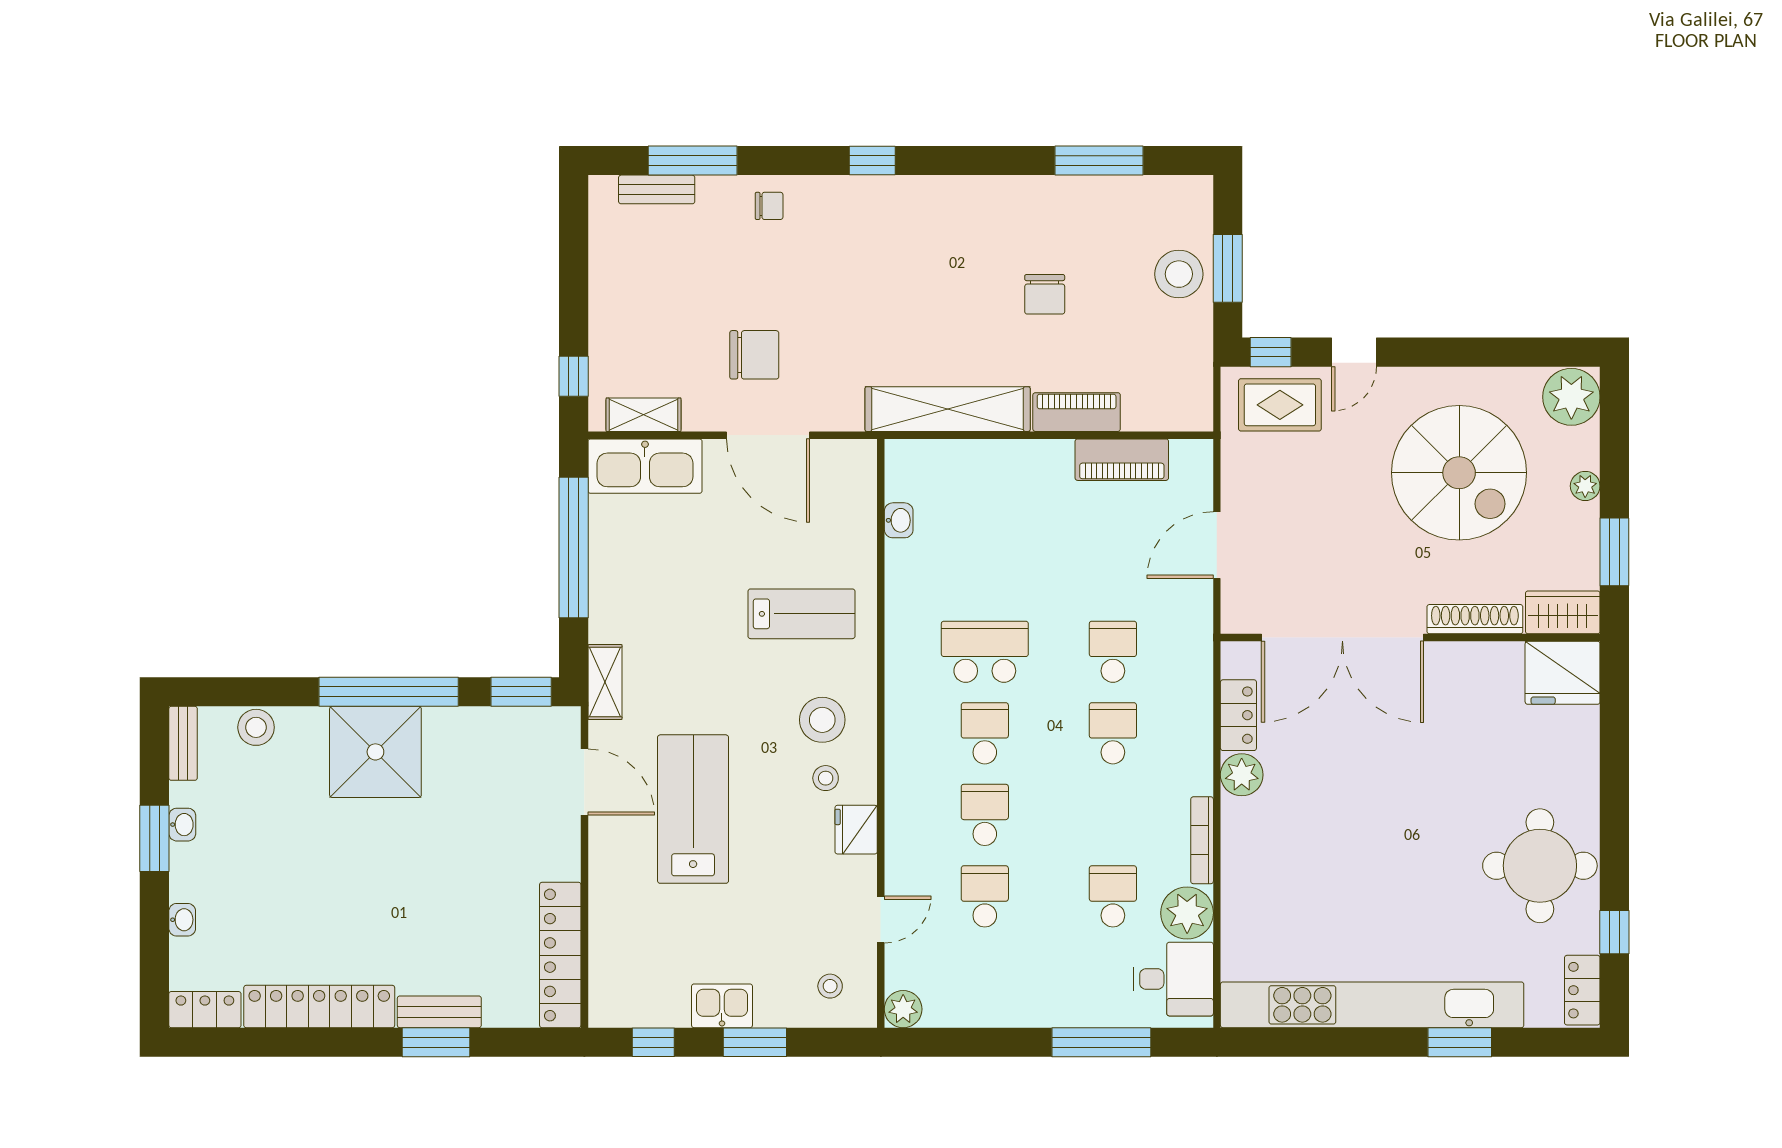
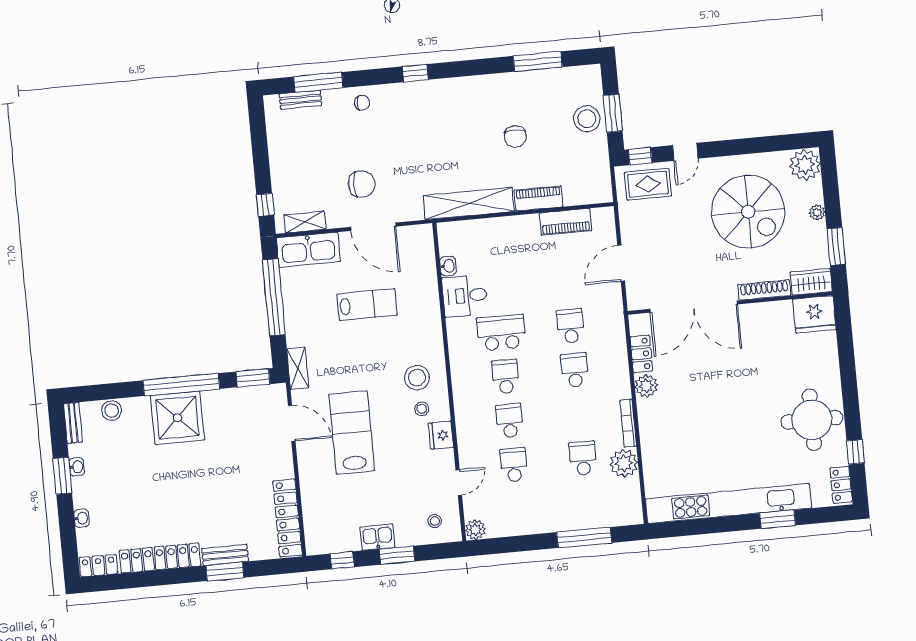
lab bench: (801, 614) -> (367, 305), moved
desk: (1173, 979) -> (465, 296), moved, turned 180

